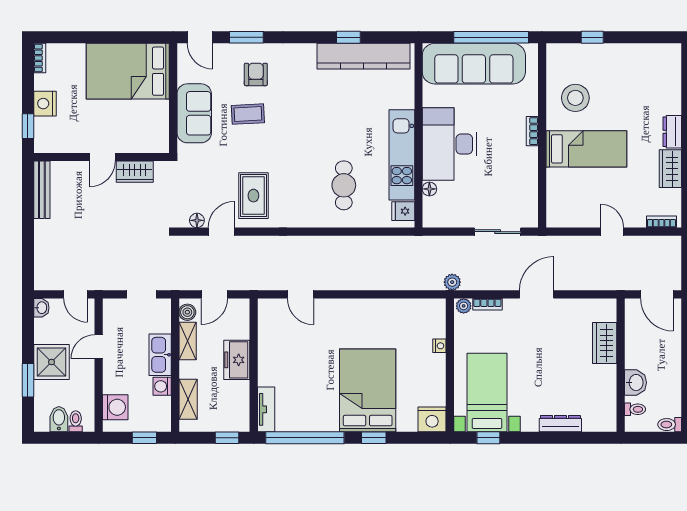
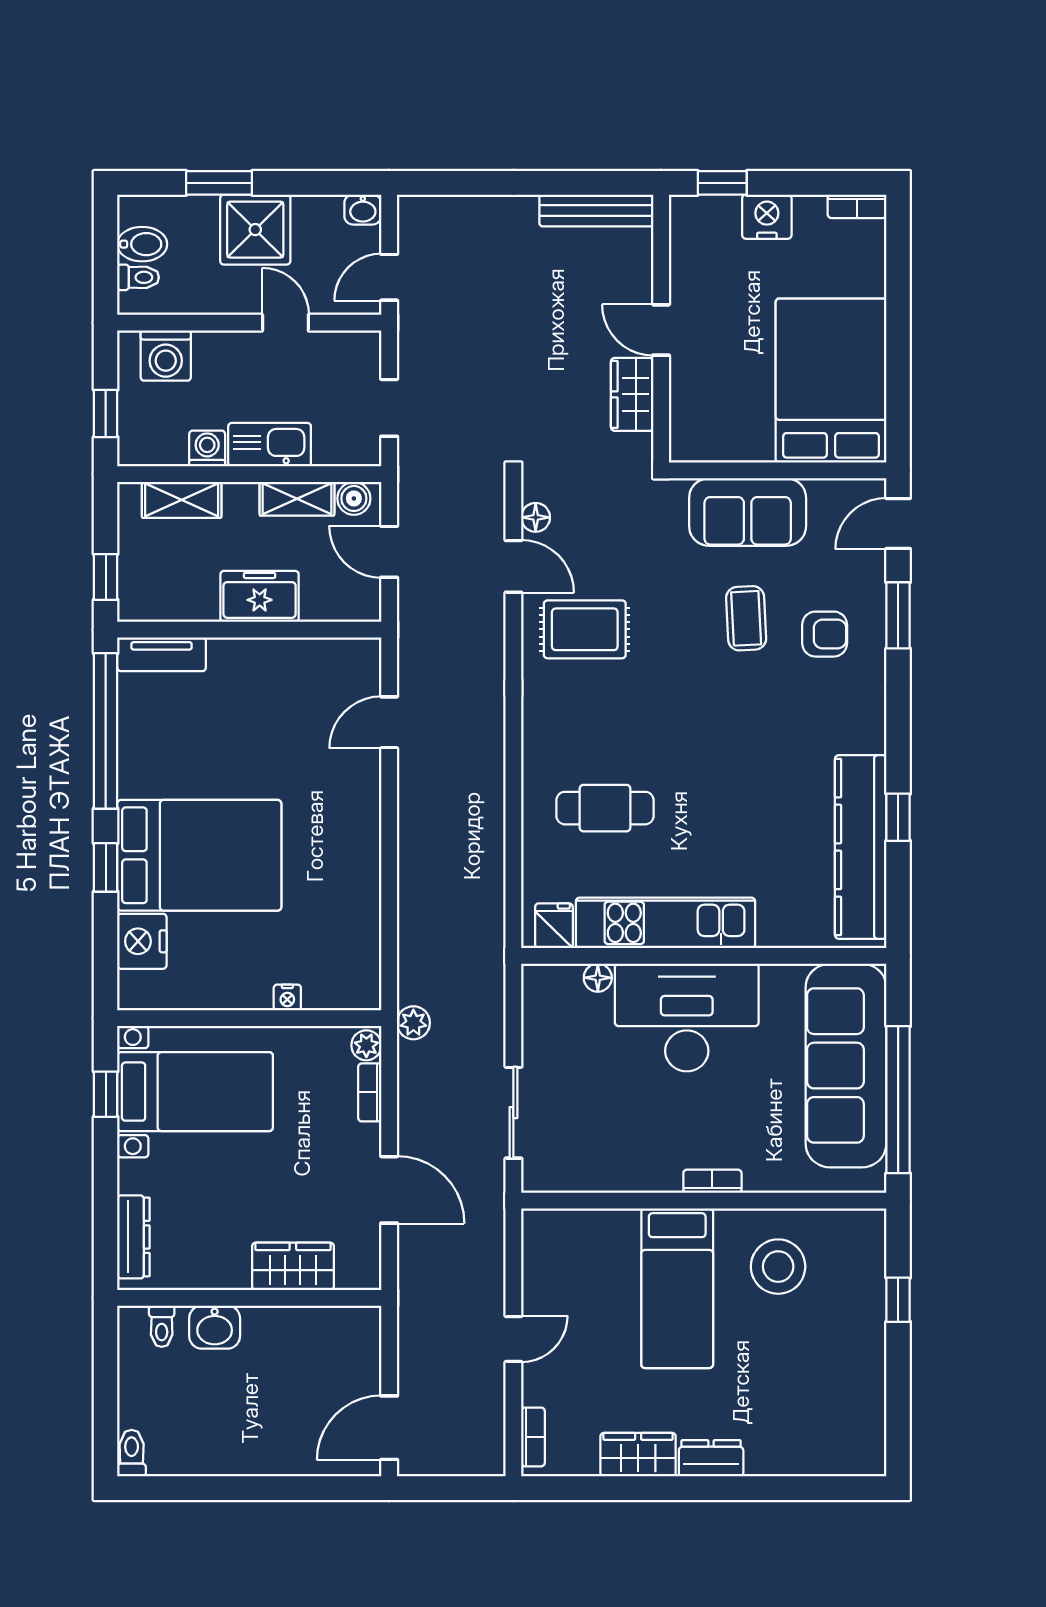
wardrobe: (605, 343) -> (293, 1266), moved
wall: (621, 365) -> (249, 1298), moved
washbasin: (635, 383) -> (215, 1327), moved
toilet: (635, 409) -> (162, 1326), moved
nightstand: (432, 419) -> (142, 941), moved

